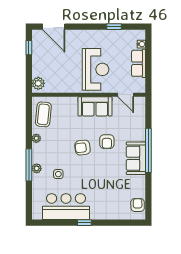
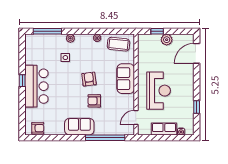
window: (29, 48) -> (157, 31), moved
reception desk: (95, 69) -> (159, 91), turned -90
plant: (38, 83) -> (167, 40), moved
sofa: (95, 106) -> (126, 79), moved
window: (148, 150) -> (105, 138), moved
window: (29, 165) -> (47, 31), moved
bar counter: (66, 207) -> (36, 86), moved

